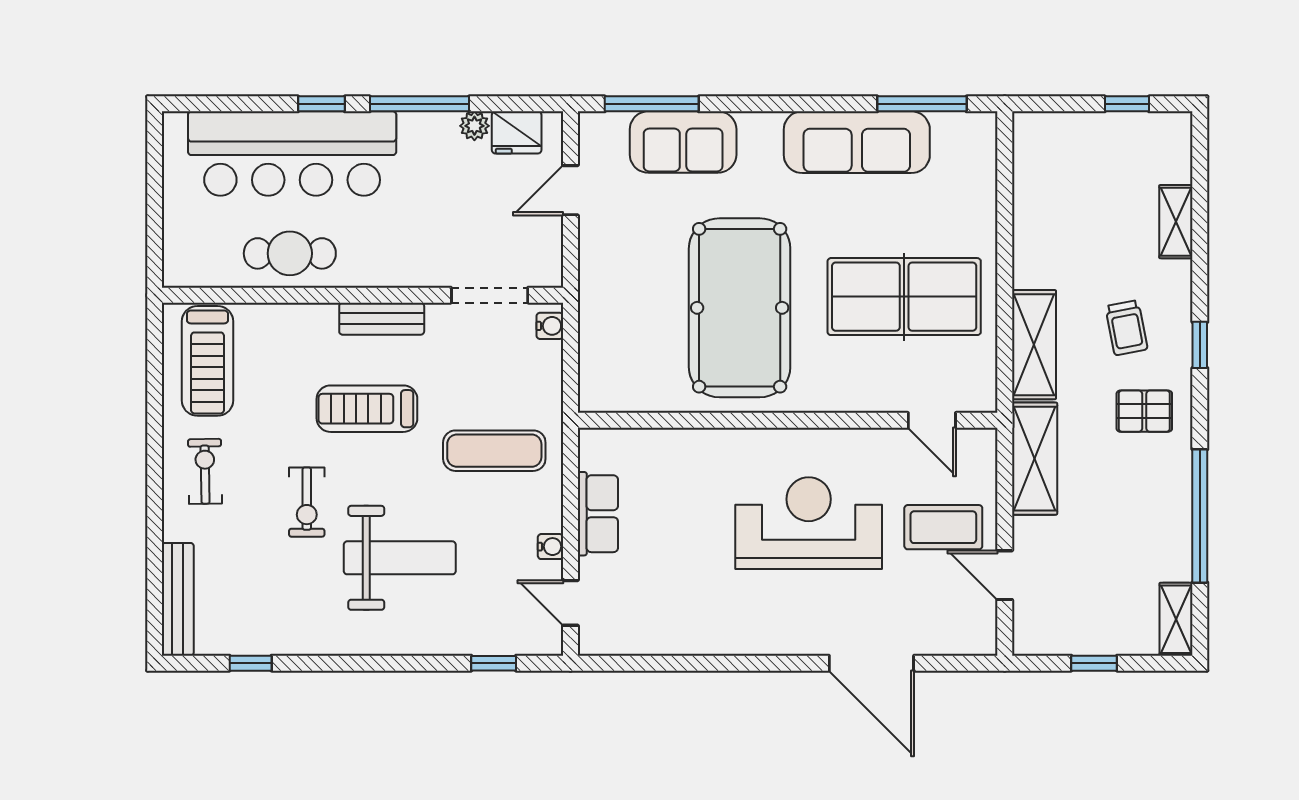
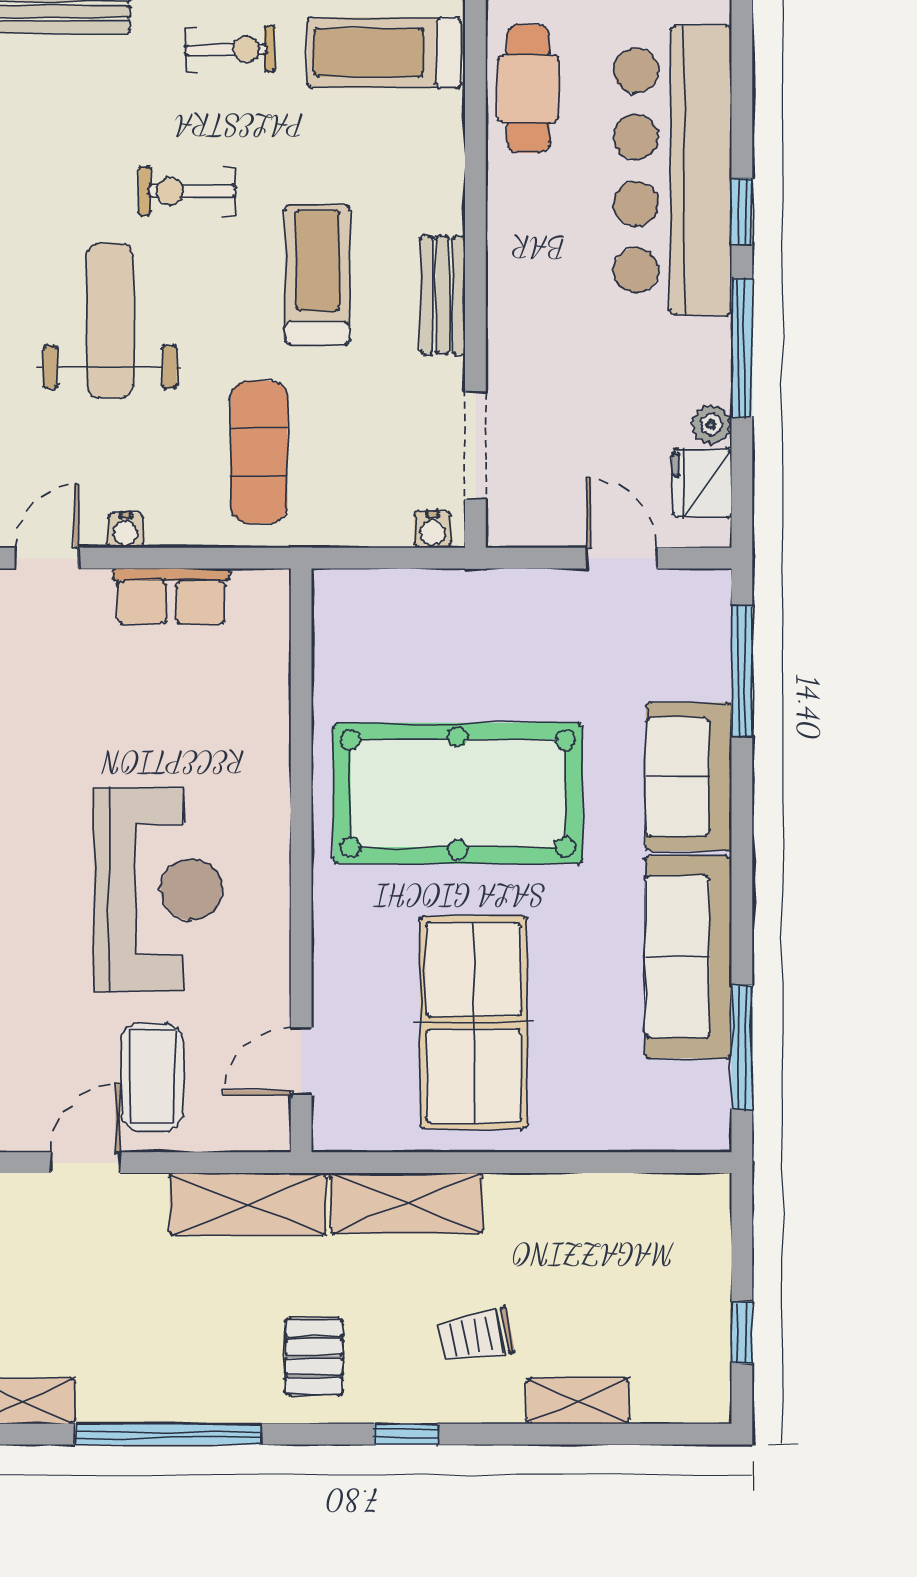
sofa: (683, 142) -> (689, 777), moved
cafe table: (290, 253) -> (528, 89), moved
trolley: (1126, 328) -> (476, 1336), moved
weight bench: (400, 558) -> (110, 320), turned 180

